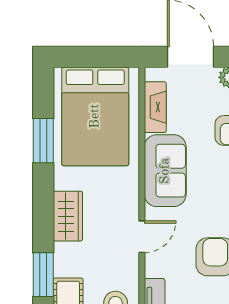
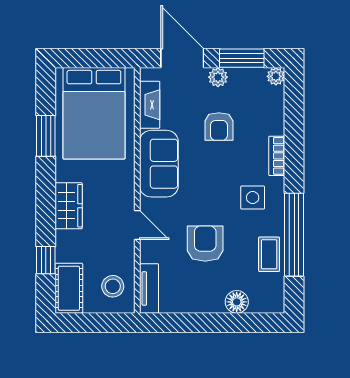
door: (142, 237) -> (137, 225), hinge flipped
window: (43, 275) -> (46, 260), width x0.67

